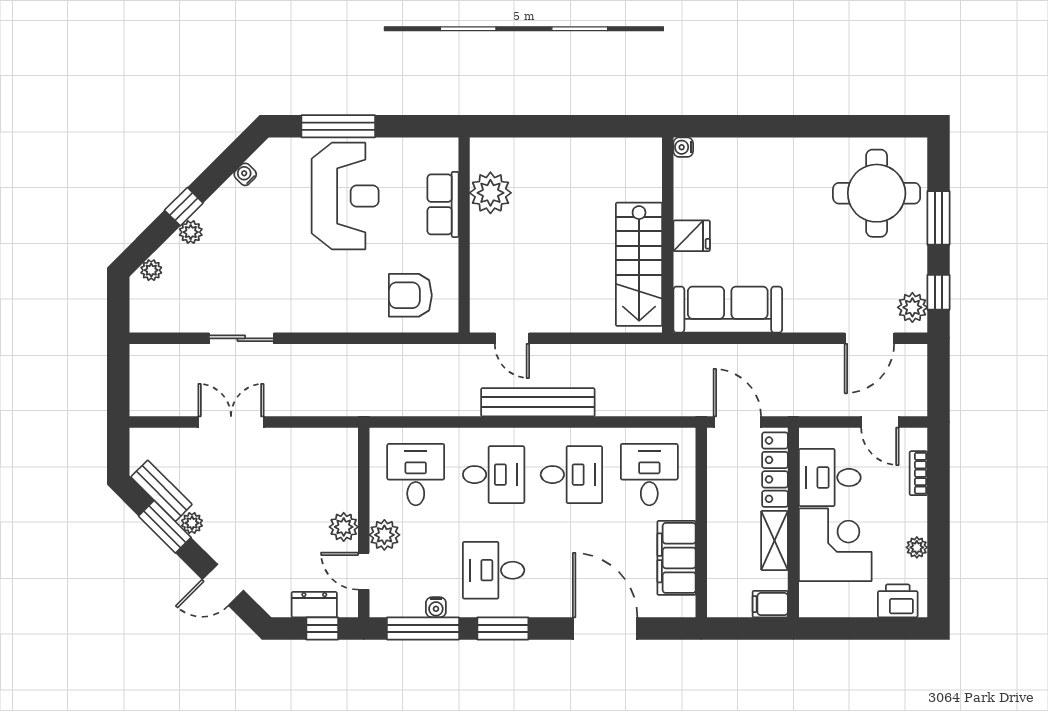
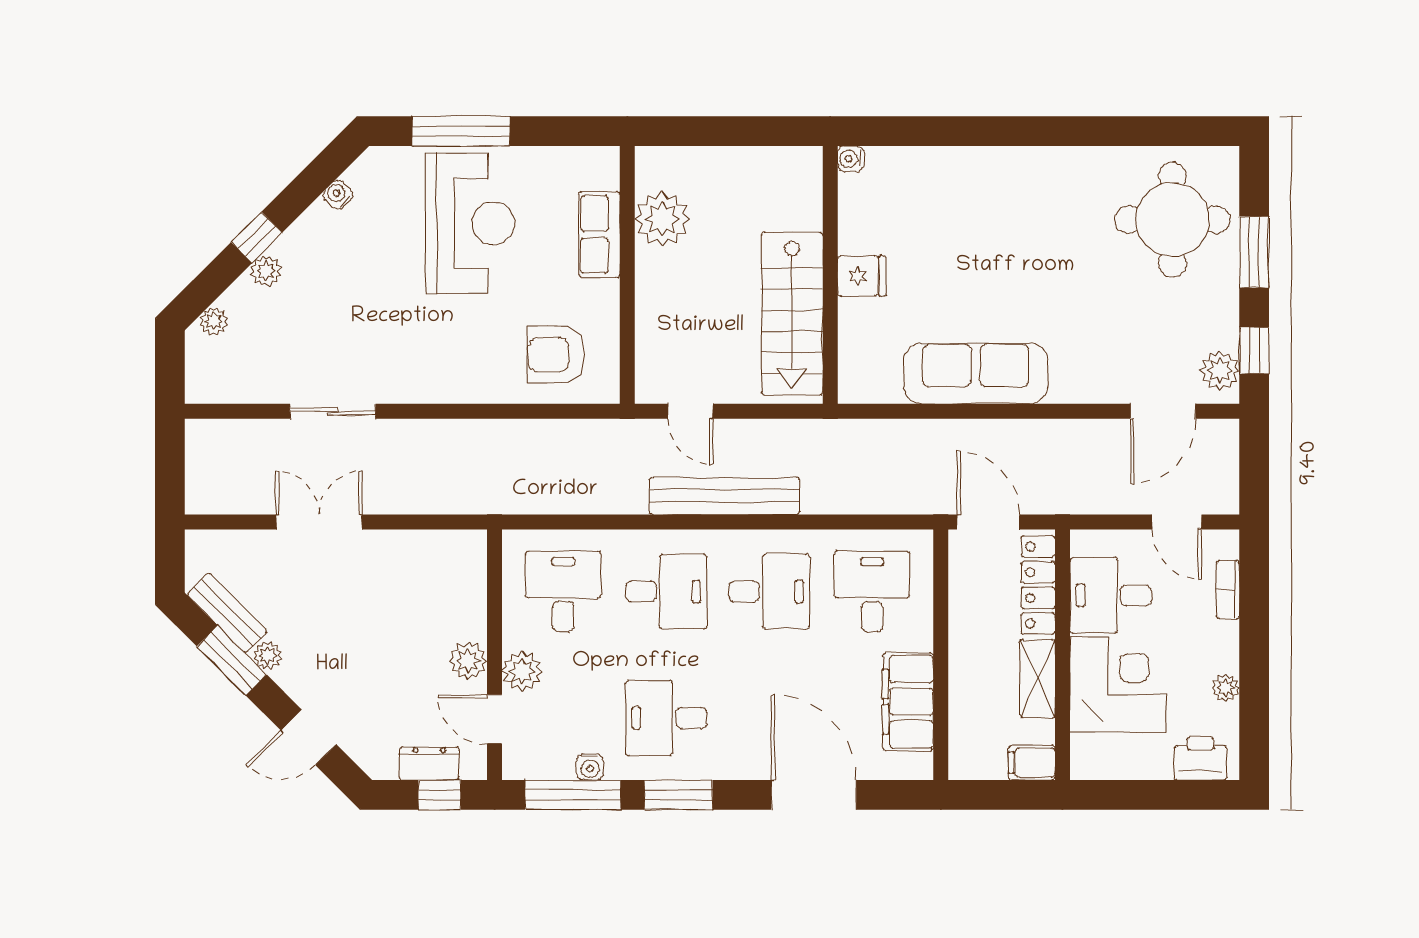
water cooler: (683, 147) -> (850, 159), moved
wall: (668, 235) -> (830, 275), moved
fridge: (692, 236) -> (862, 276), moved
stairs: (639, 264) -> (792, 314), moved

